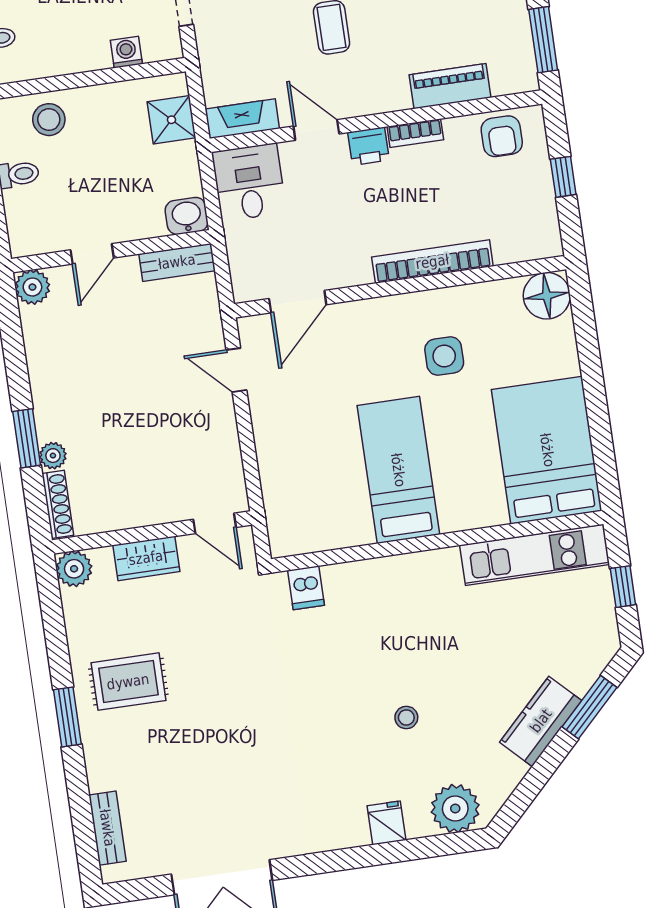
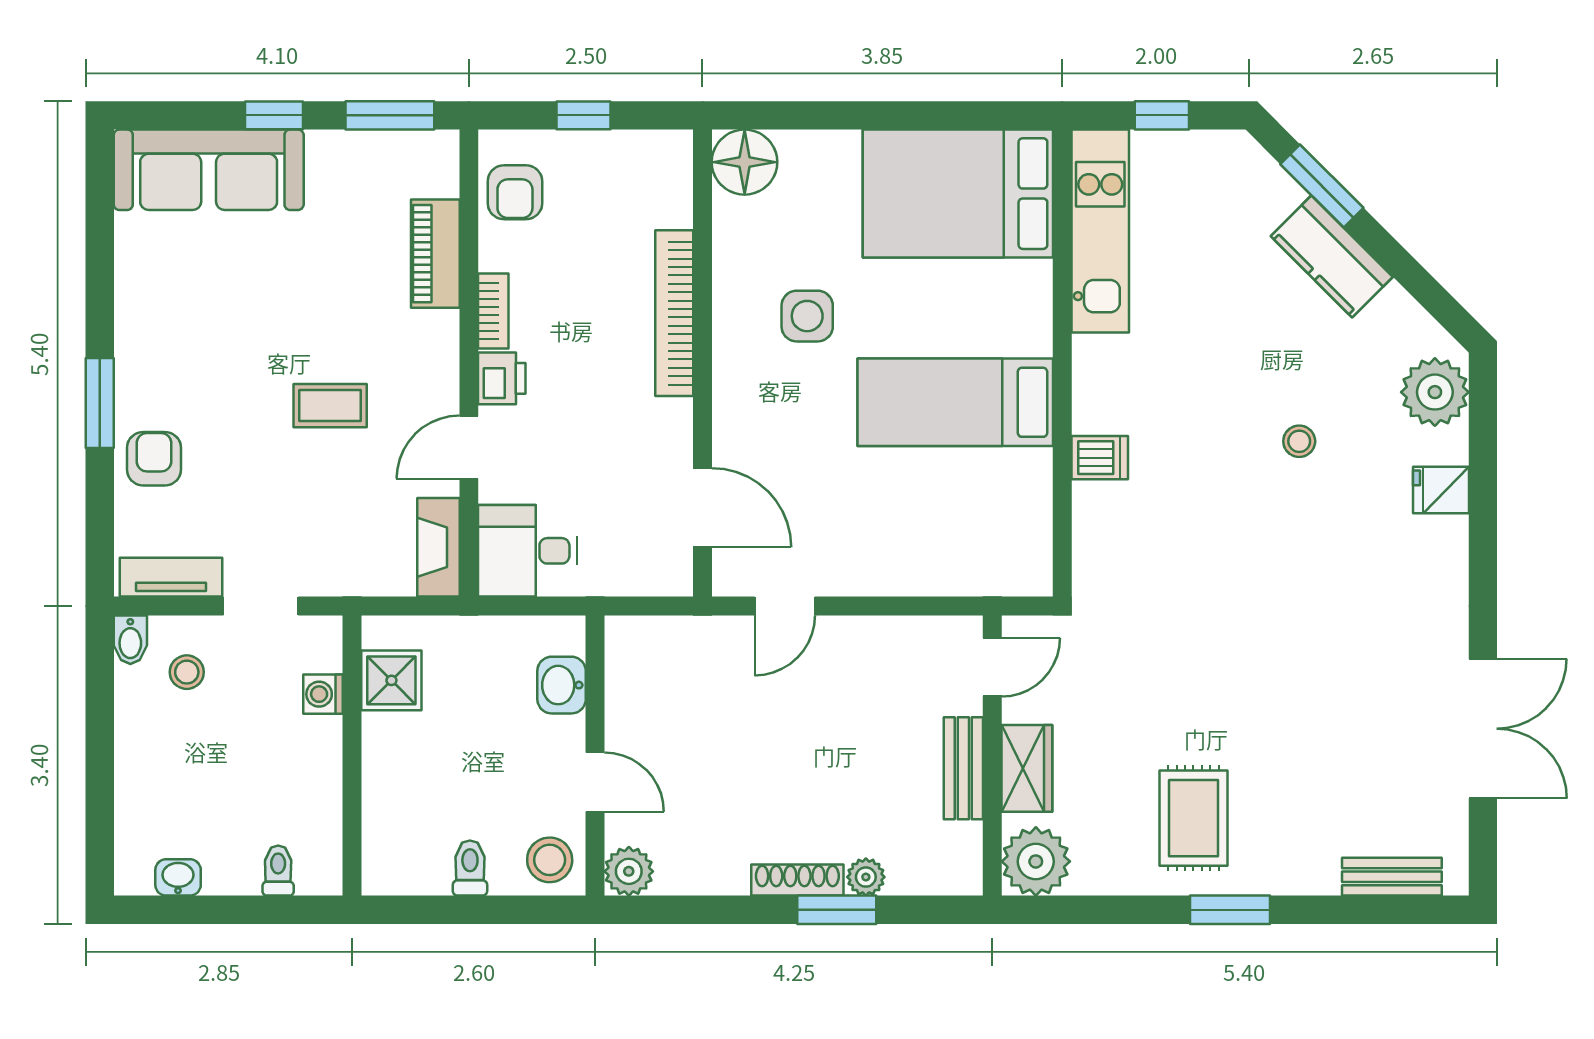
stool: (49, 120) -> (550, 860), moved
shower: (171, 120) -> (391, 680), moved
armchair: (502, 136) -> (515, 192), turned 90
washbasin: (187, 216) -> (562, 685), moved
bench: (177, 262) -> (963, 768), moved
shoe rack: (58, 504) -> (797, 880), moved
plant: (74, 569) -> (1036, 861), width x1.36, depth x1.36
dishwasher: (306, 588) -> (1100, 458), moved

